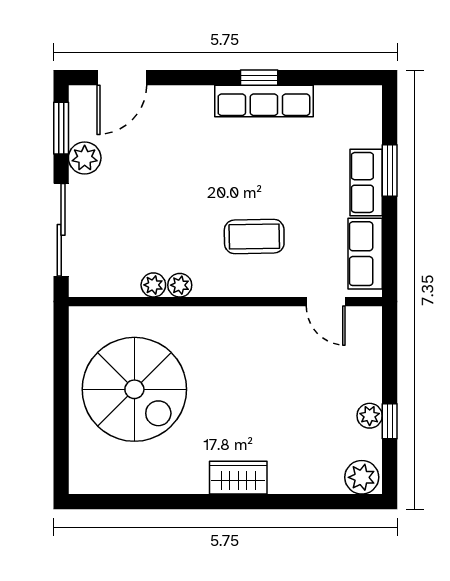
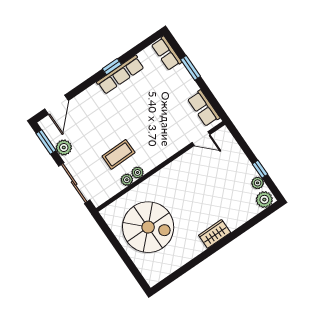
row of seats: (366, 182) -> (166, 53), moved
coffee table: (254, 237) -> (119, 154), moved
plant: (370, 416) -> (258, 183), moved

